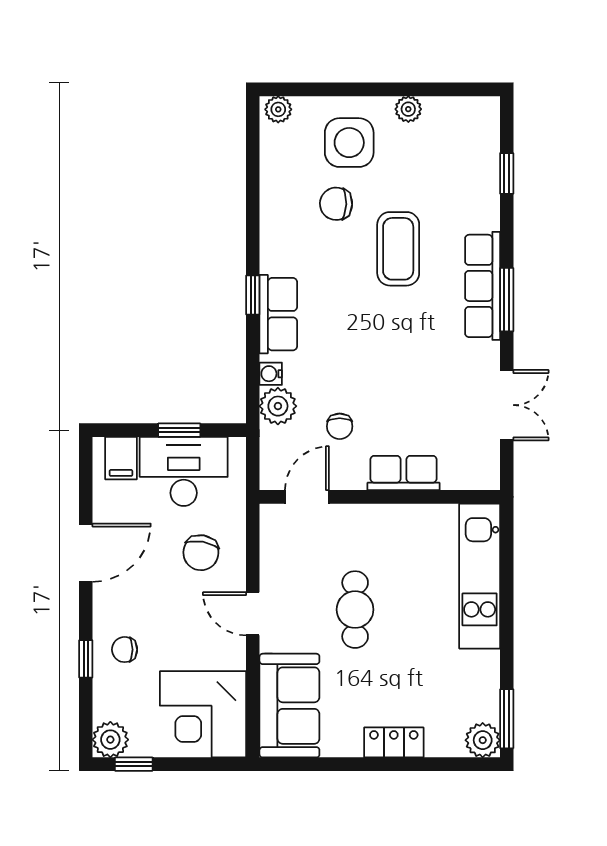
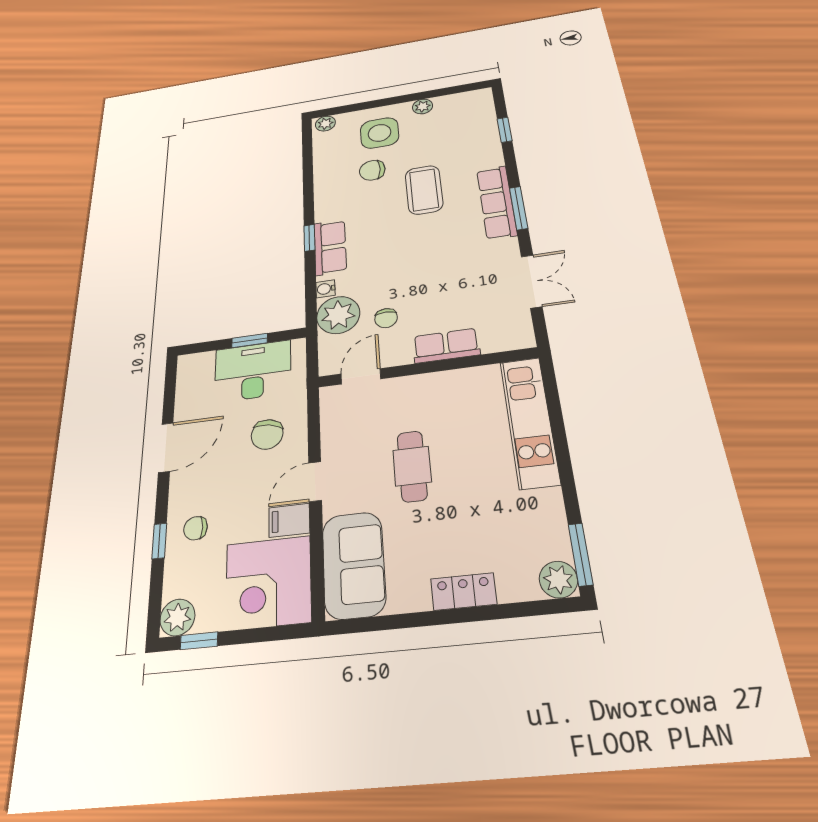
plant: (278, 406) -> (338, 315), width x1.36, depth x1.36
filing cabinet: (121, 458) -> (289, 520), moved, turned 90
door: (253, 614) -> (315, 482), hinge flipped

